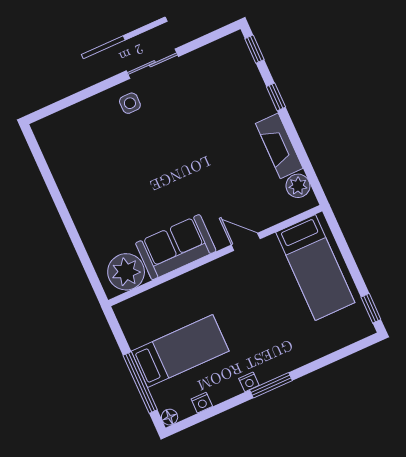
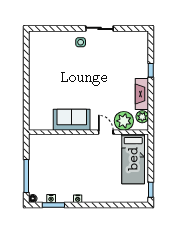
window: (255, 49) -> (151, 43), removed
plant: (126, 272) -> (124, 121), moved
bed: (180, 351) -> (52, 170), removed
window: (271, 385) -> (53, 205), moved

